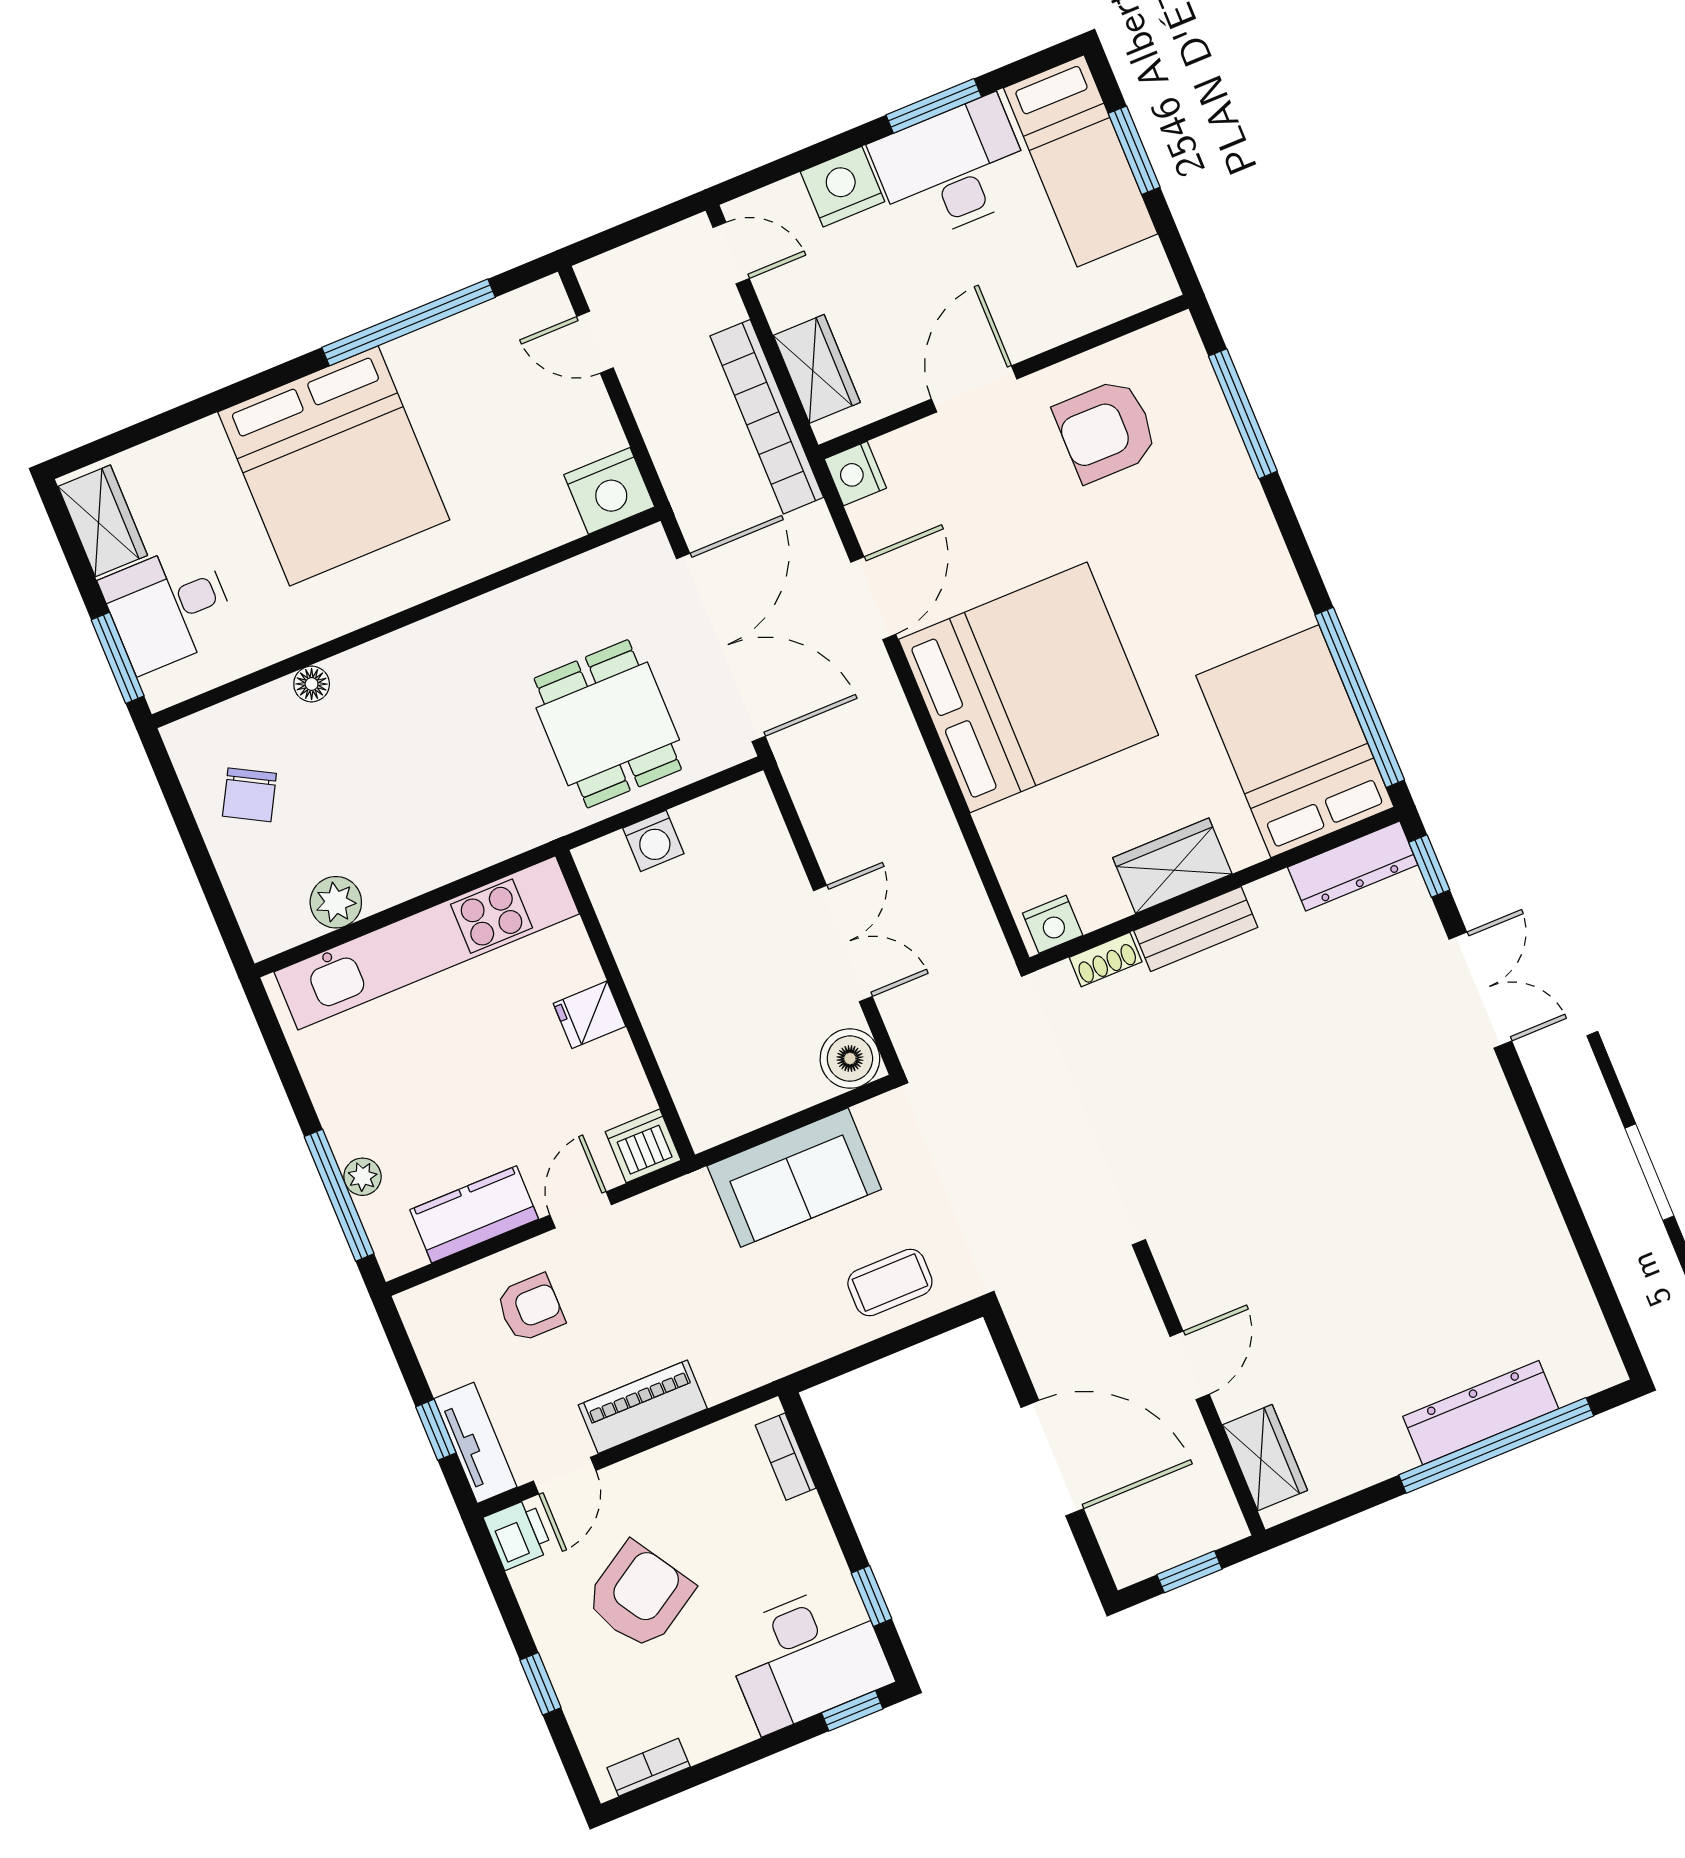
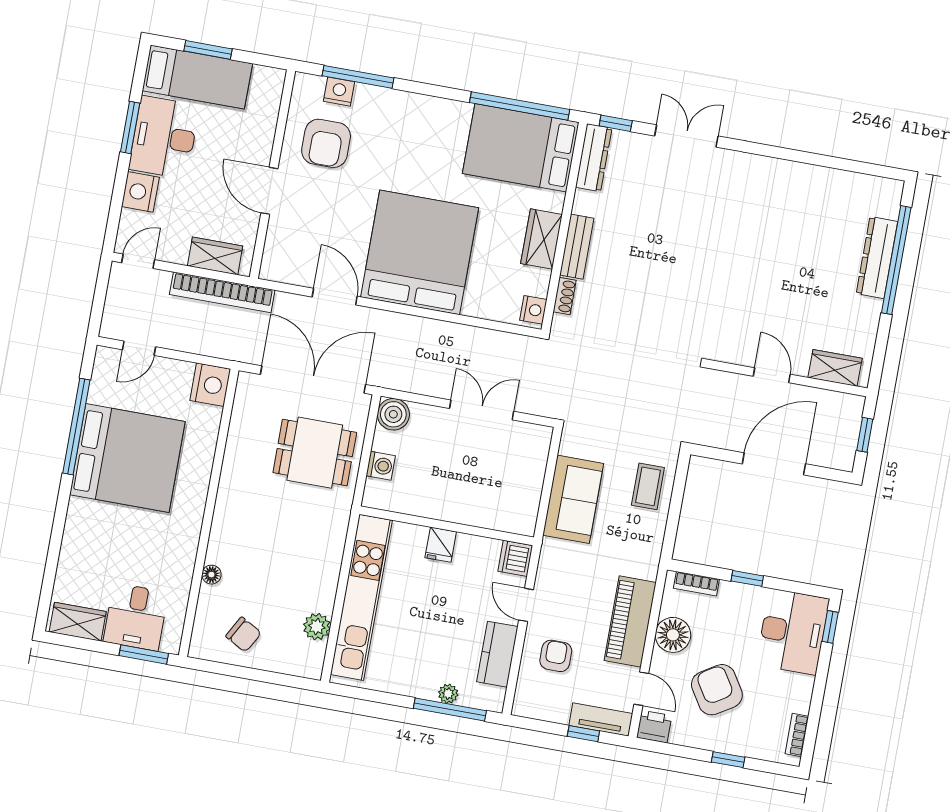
bed: (334, 466) -> (127, 458), moved
nightstand: (855, 473) -> (339, 92), moved, turned 180
boiler: (850, 1059) -> (393, 414), moved
piano: (643, 1407) -> (630, 621), width x1.37, depth x1.33
floor lamp: (681, 1471) -> (673, 635), added
window: (872, 1596) -> (747, 578), moved

